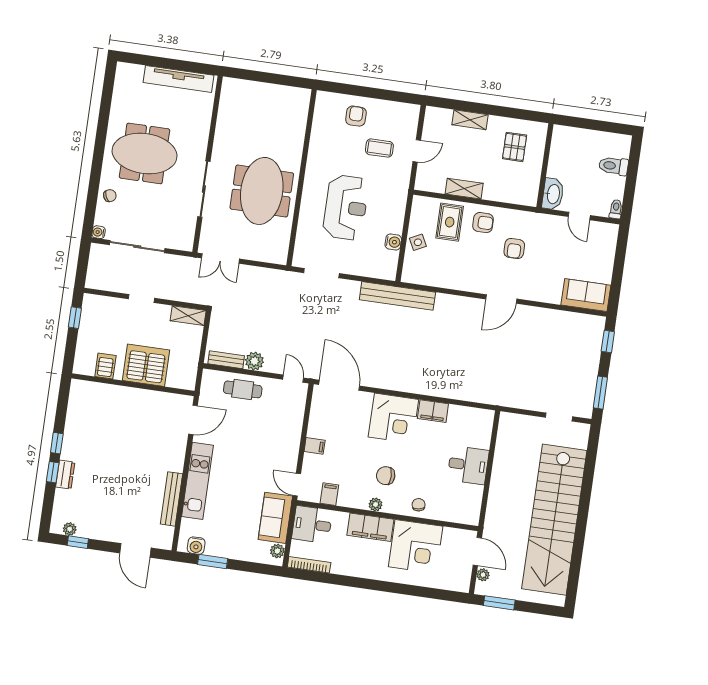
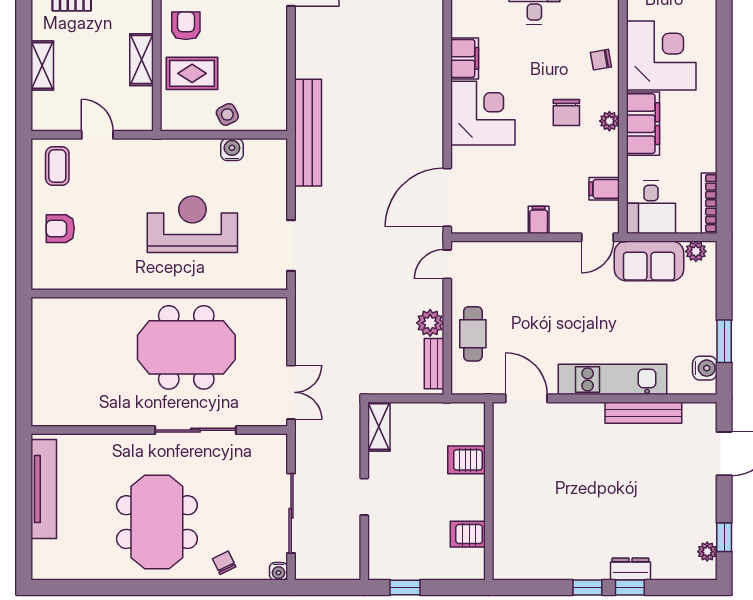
coffee table: (379, 148) -> (57, 166), moved
server rack: (146, 365) -> (466, 460), width x0.46, depth x0.70

